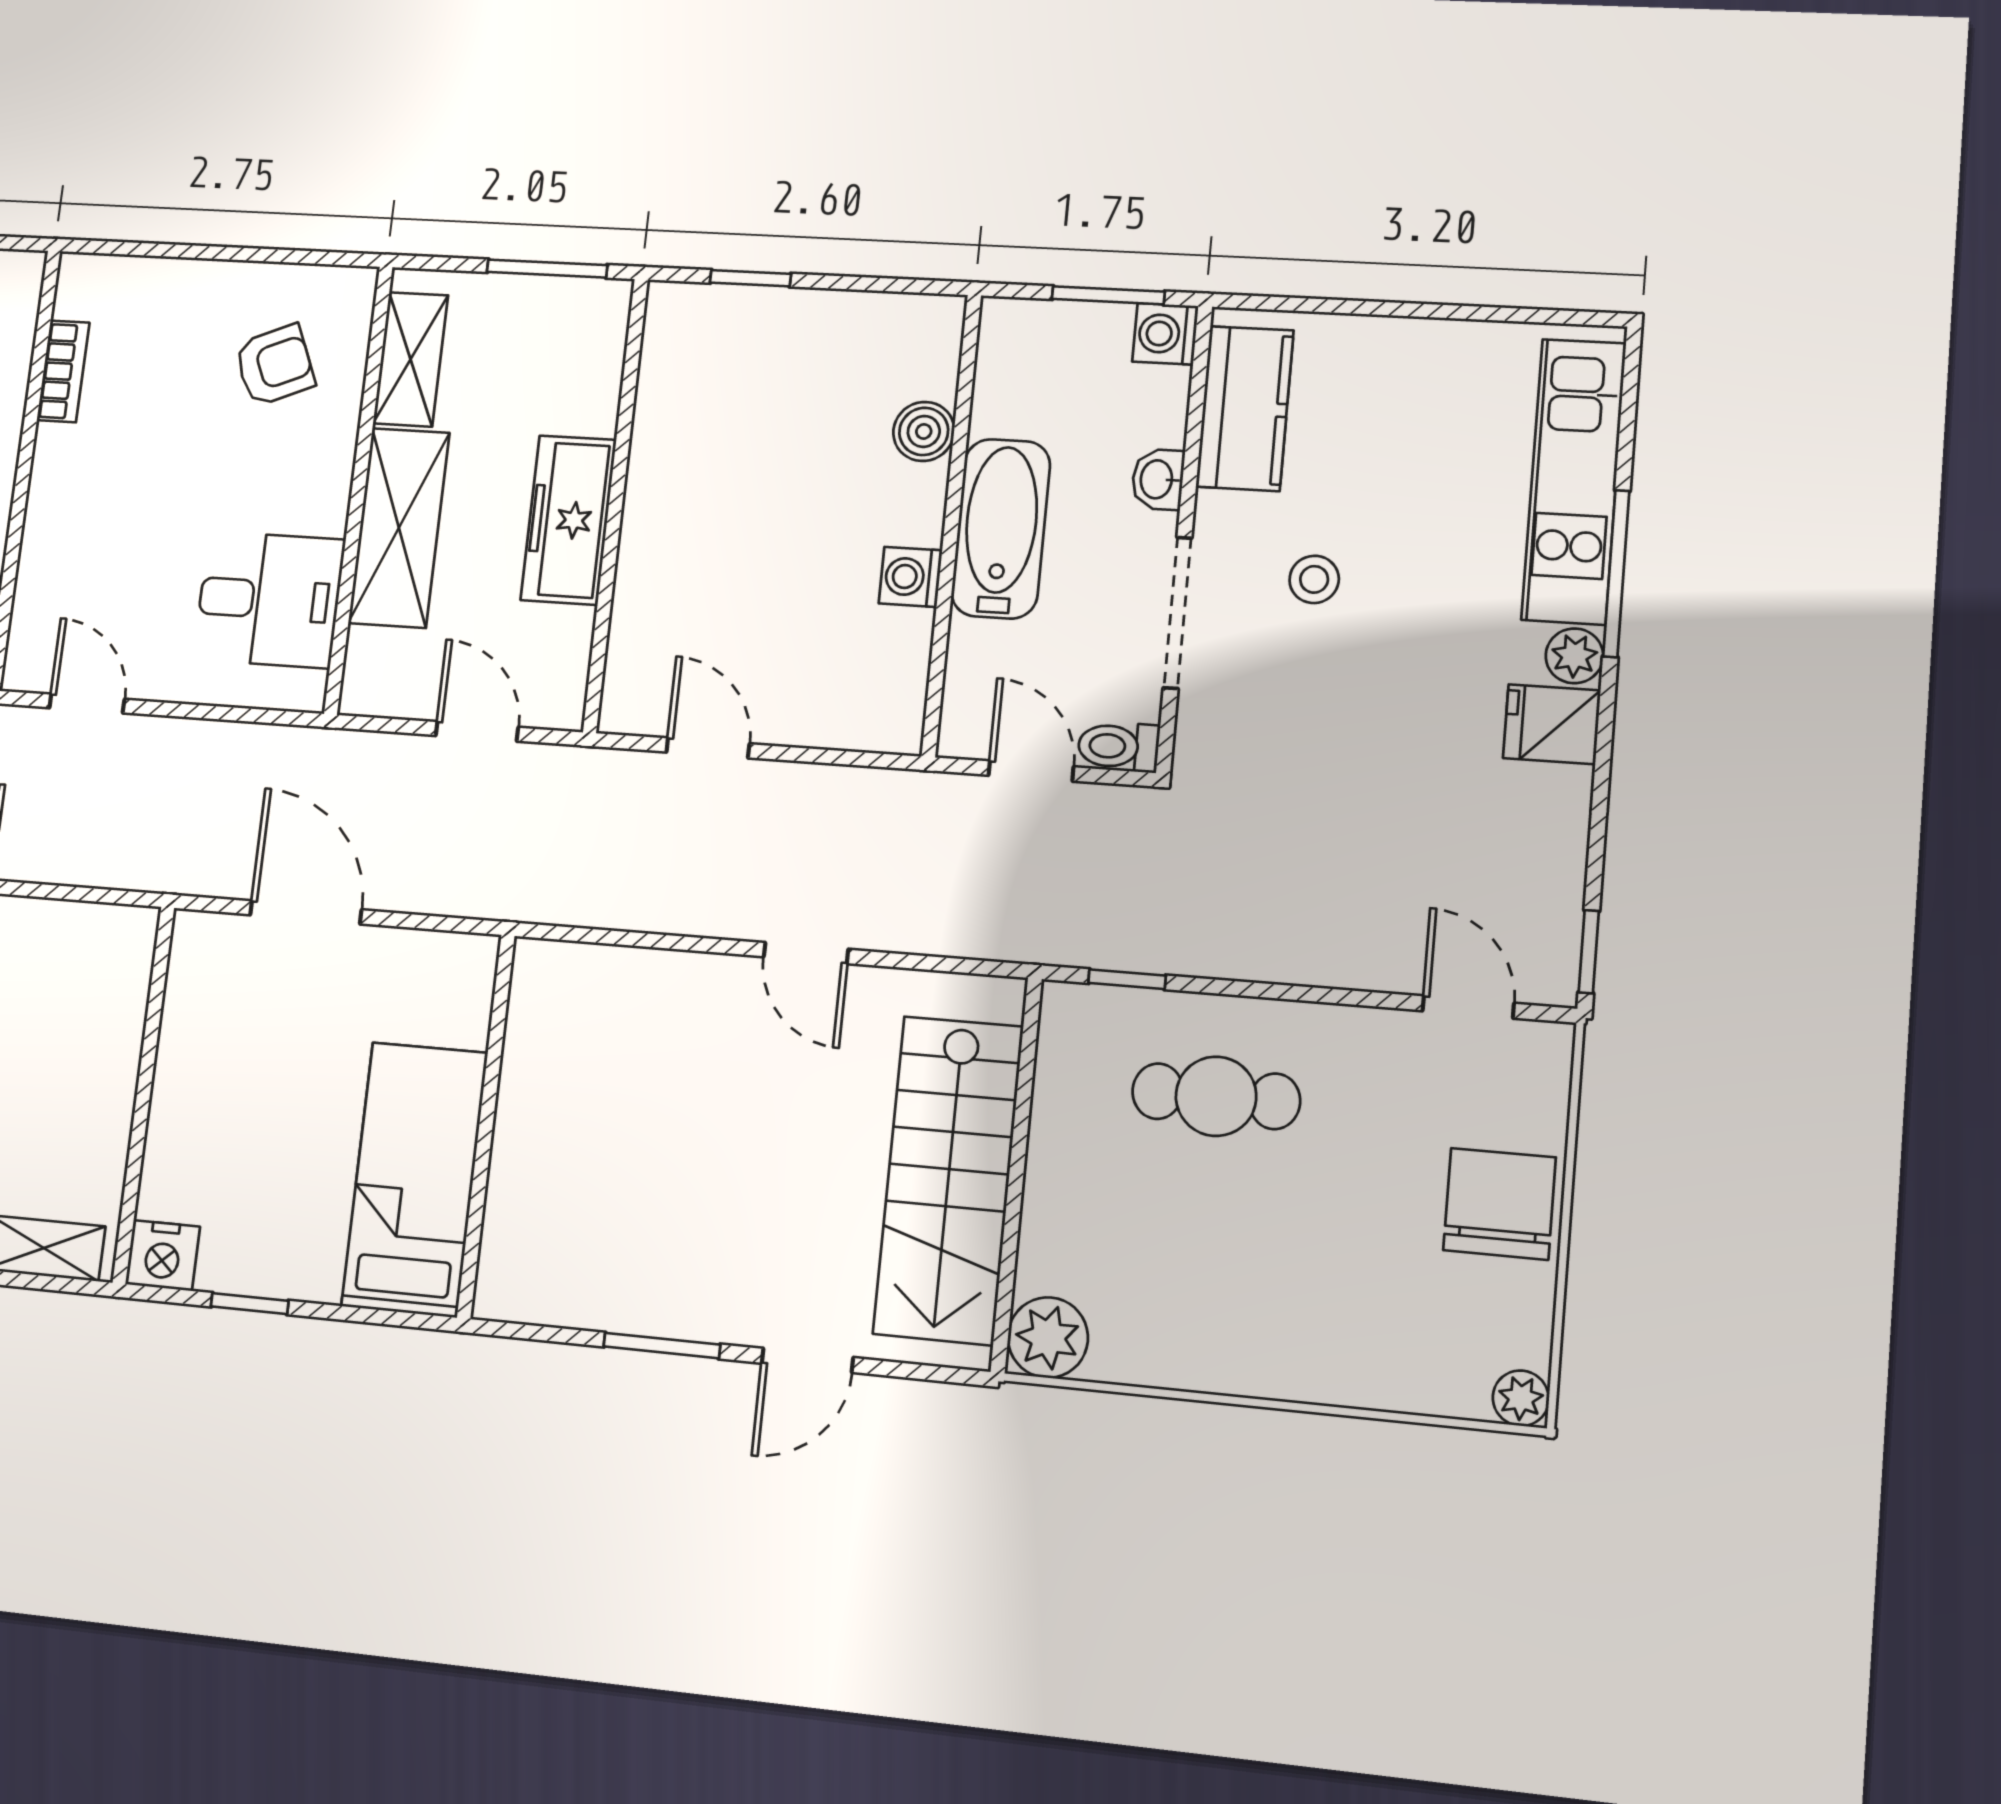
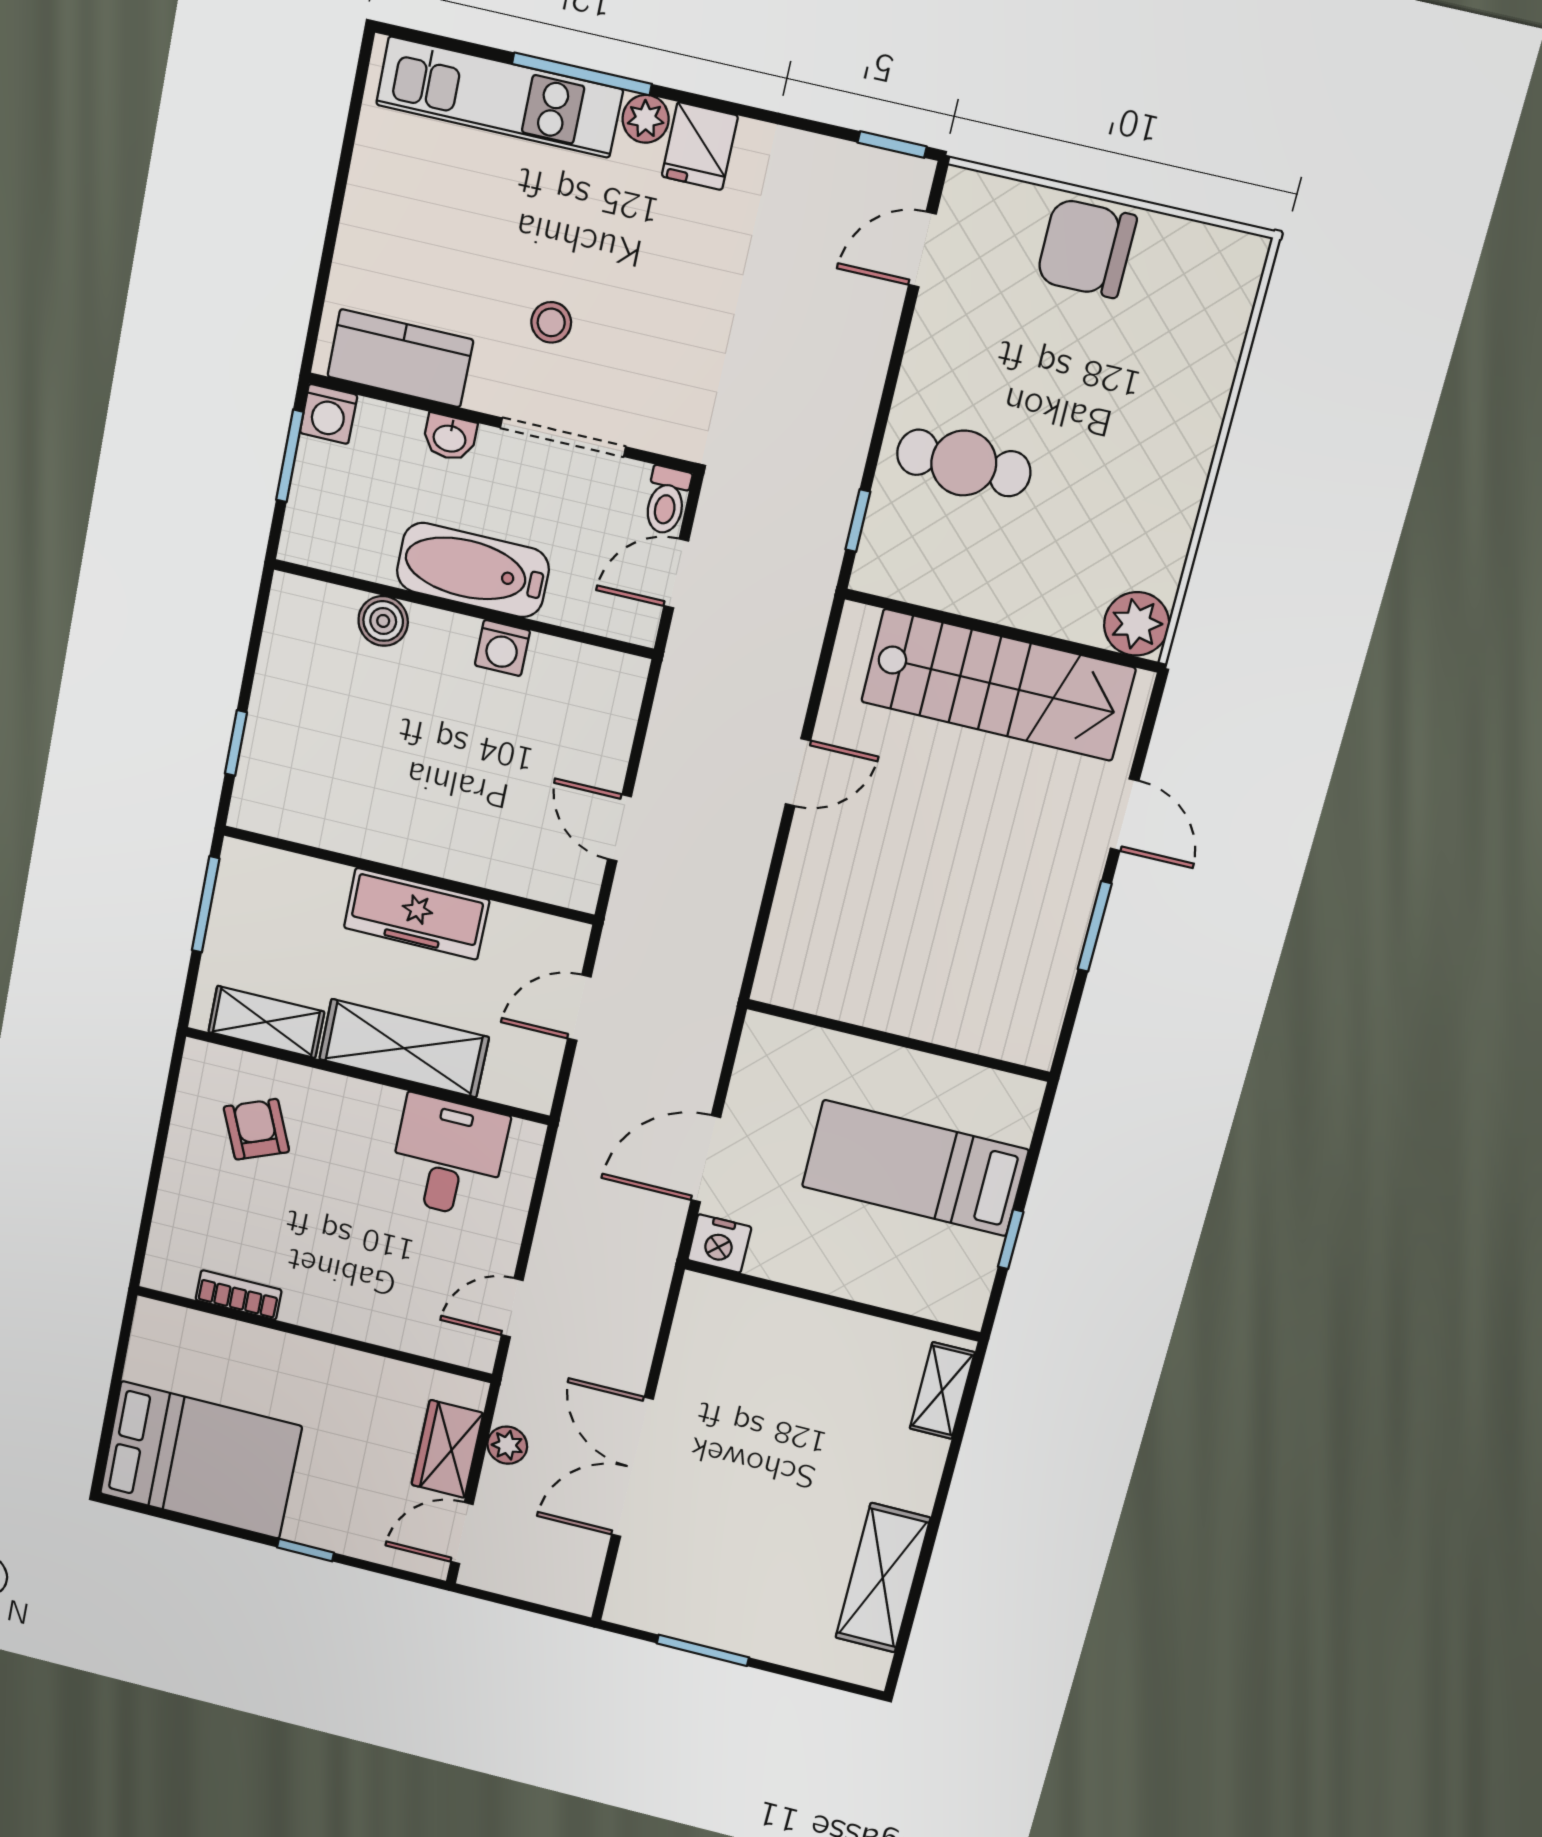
door: (708, 748) -> (619, 828), hinge flipped
cafe table: (1216, 1096) -> (964, 463), turned 90
bed: (415, 1179) -> (915, 1168), moved
nightstand: (163, 1255) -> (719, 1243), moved, turned 90
plant: (1521, 1398) -> (1246, 255), removed

